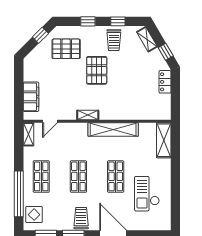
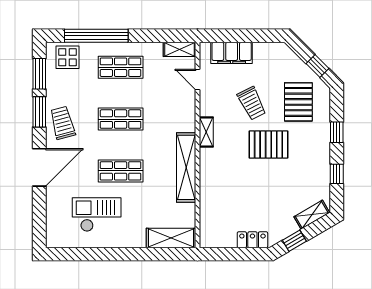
trolley: (114, 40) -> (252, 103), moved, turned -117
trolley: (81, 218) -> (63, 123), turned -105

